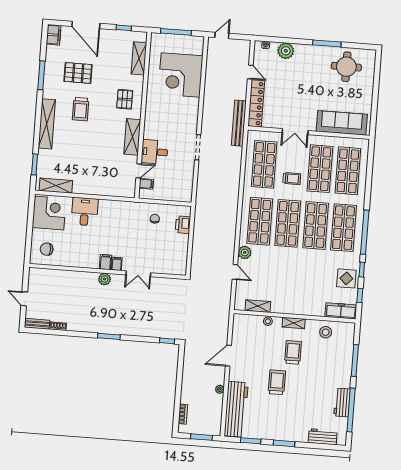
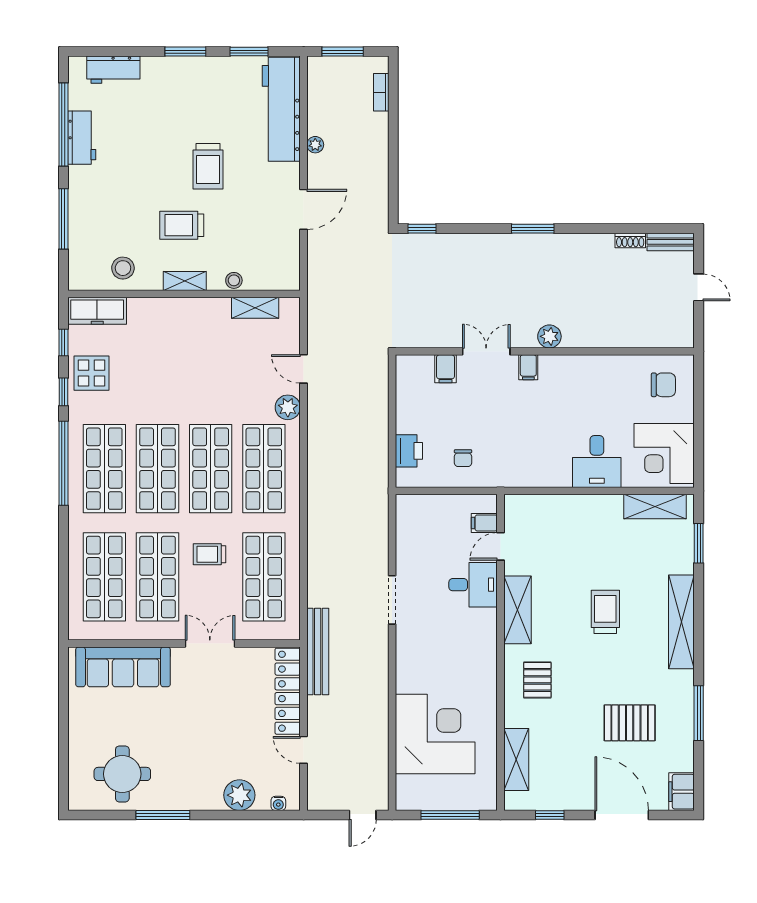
trolley: (81, 109) -> (605, 612), moved
filing cabinet: (105, 262) -> (446, 369), moved
trolley: (293, 352) -> (182, 225), turned 90

